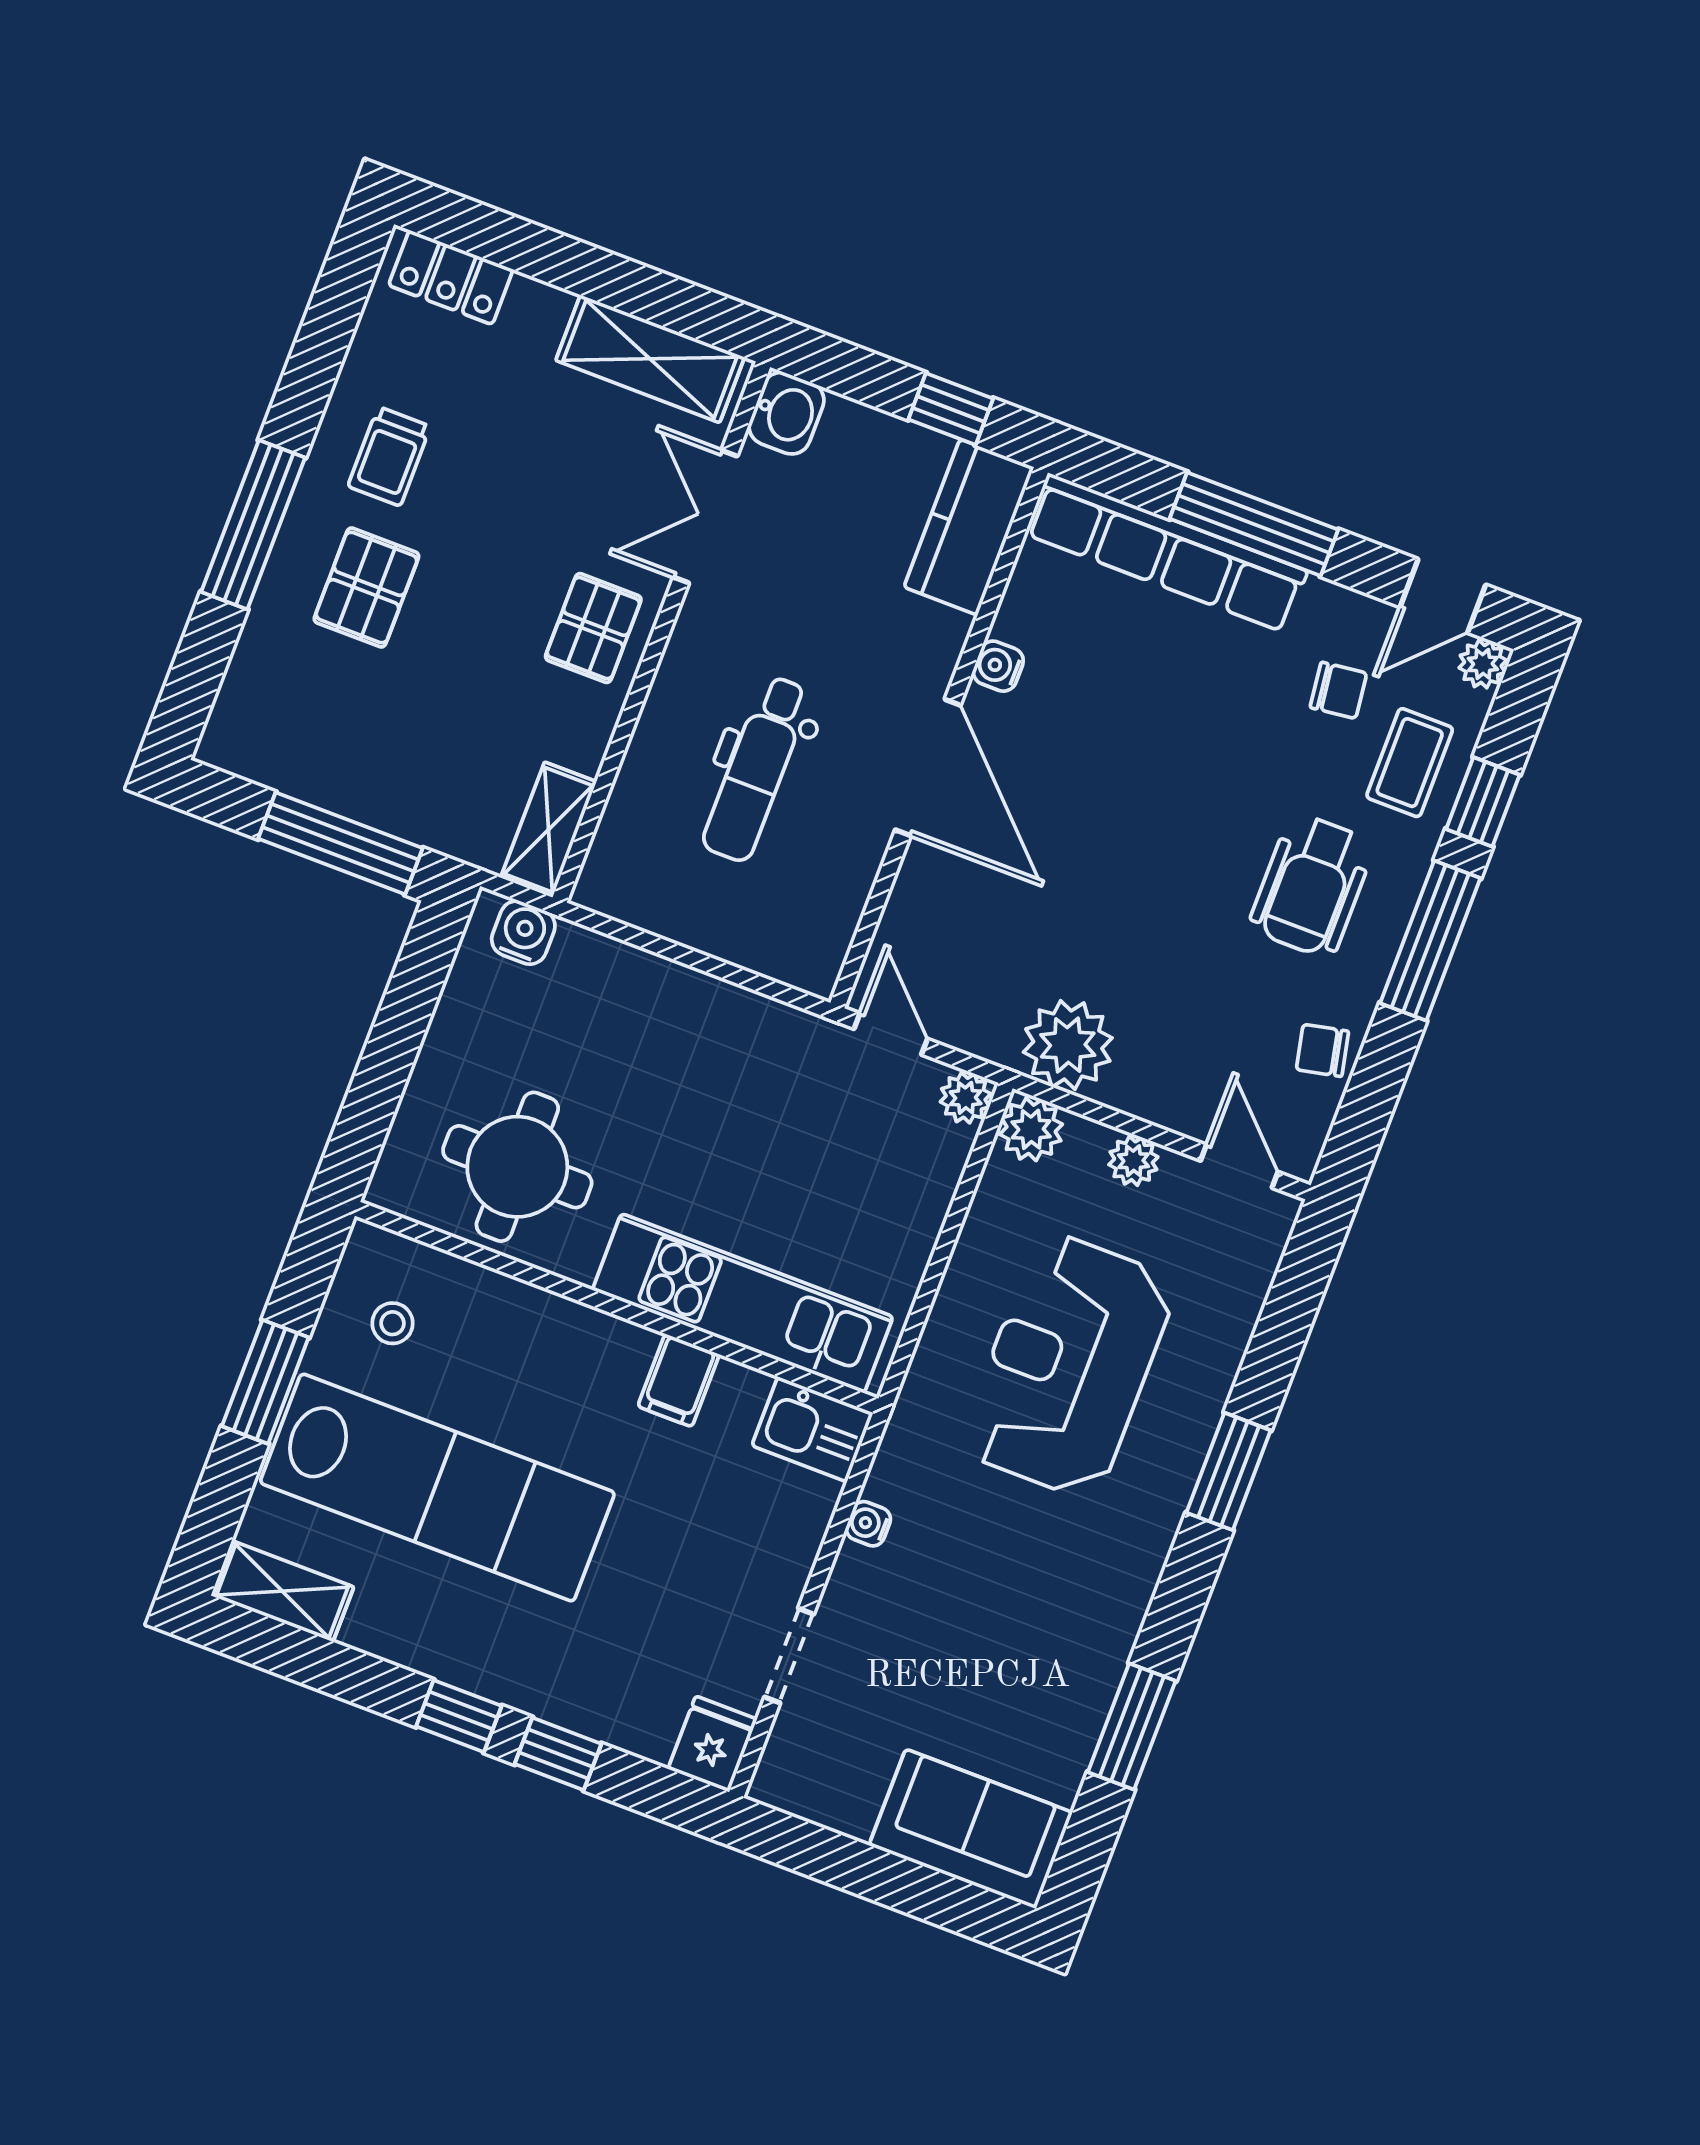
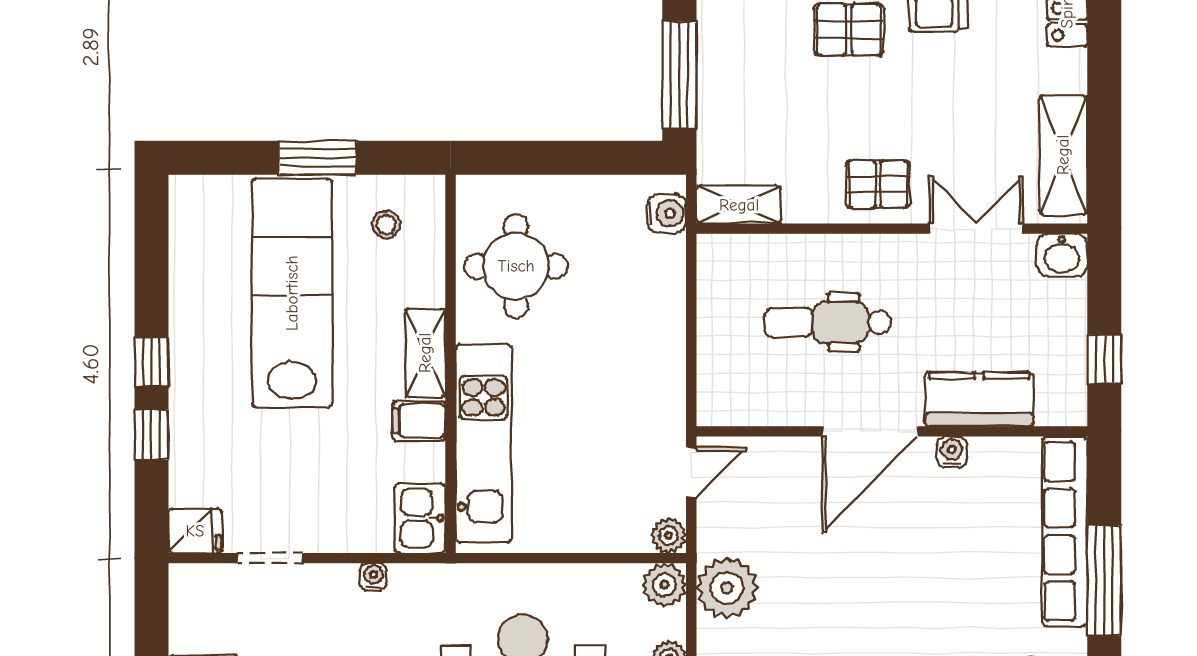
kitchen counter: (969, 527) -> (979, 399), moved
lab bench: (437, 1488) -> (292, 293), turned 180
shelving: (282, 1591) -> (425, 353), moved

